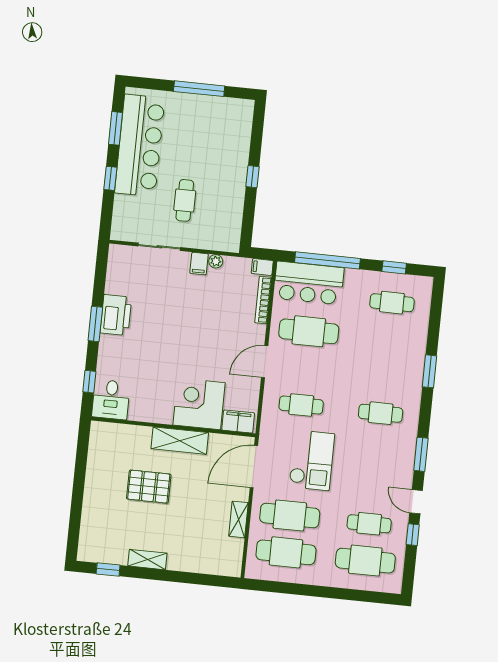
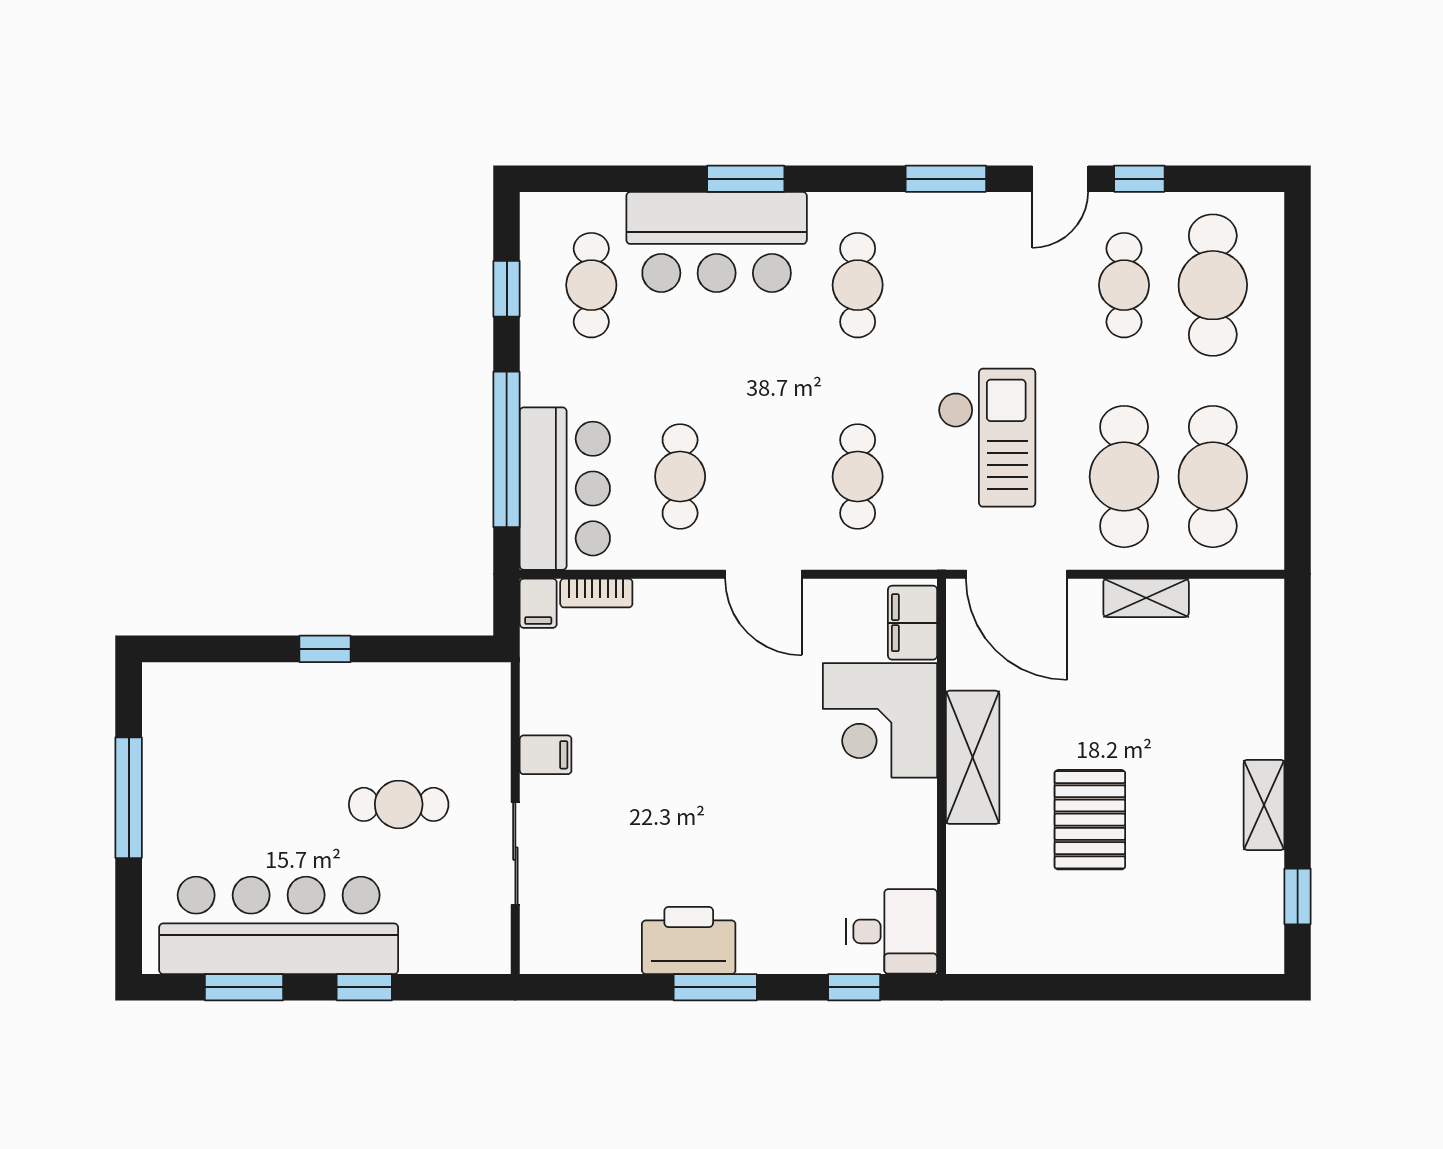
plant: (216, 261) -> (536, 716), removed
bookcase: (263, 300) -> (596, 593), width x0.64
cafe table: (309, 331) -> (680, 477), width x0.73, depth x0.74
bar counter: (405, 357) -> (717, 242), added
checkout: (312, 460) -> (987, 438), turned 90

